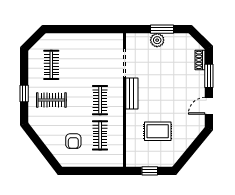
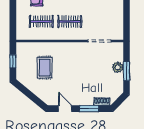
bench: (132, 94) -> (75, 47), removed

